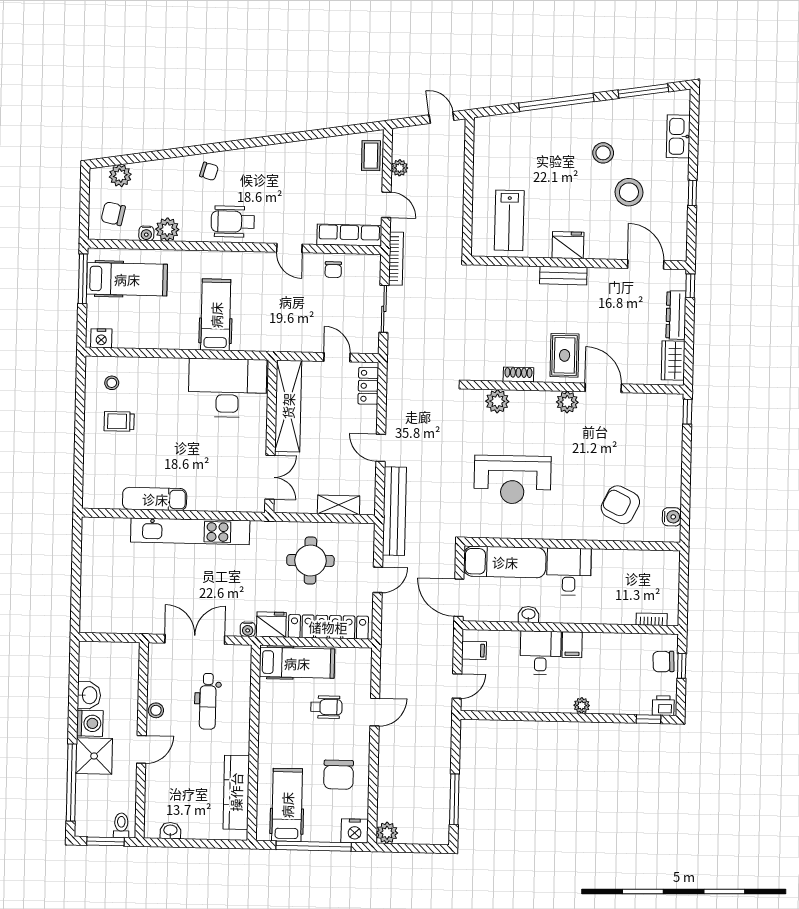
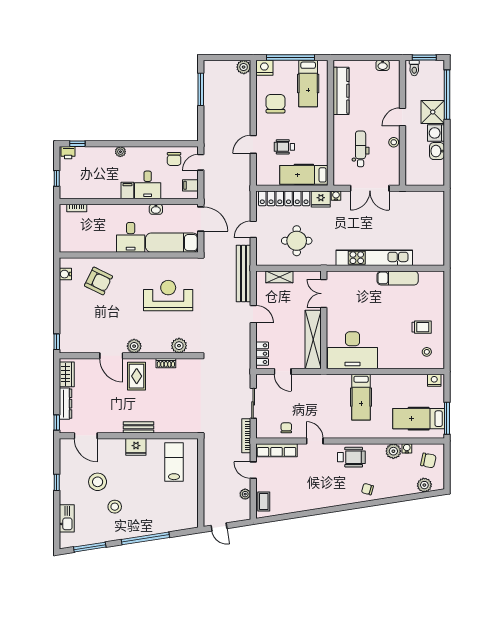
chair: (664, 662) -> (174, 159), moved, turned 92

